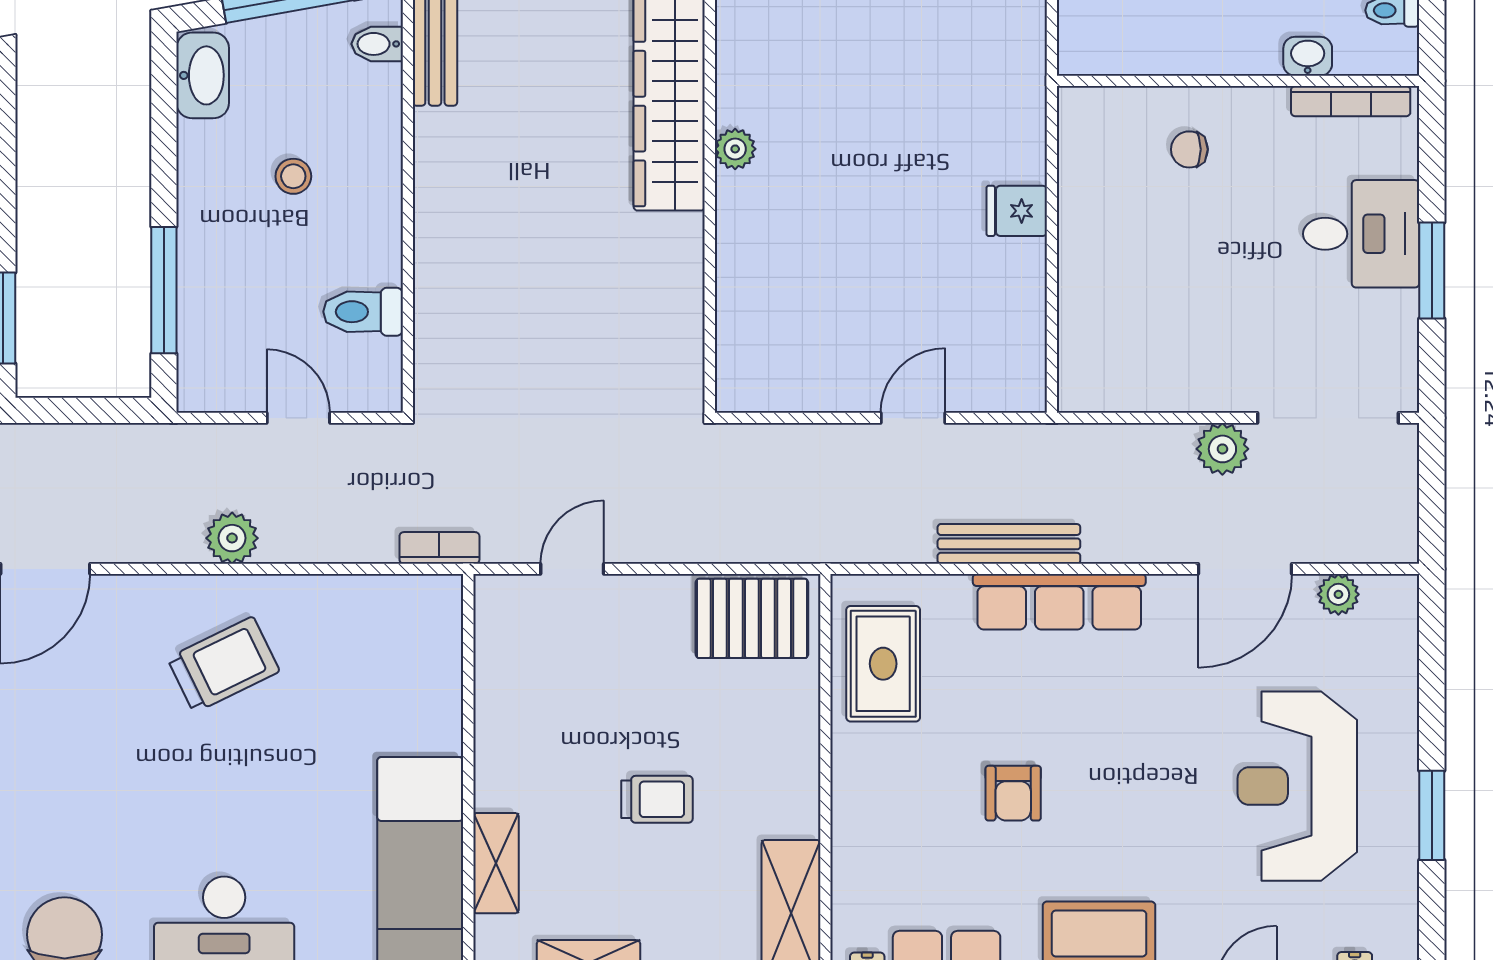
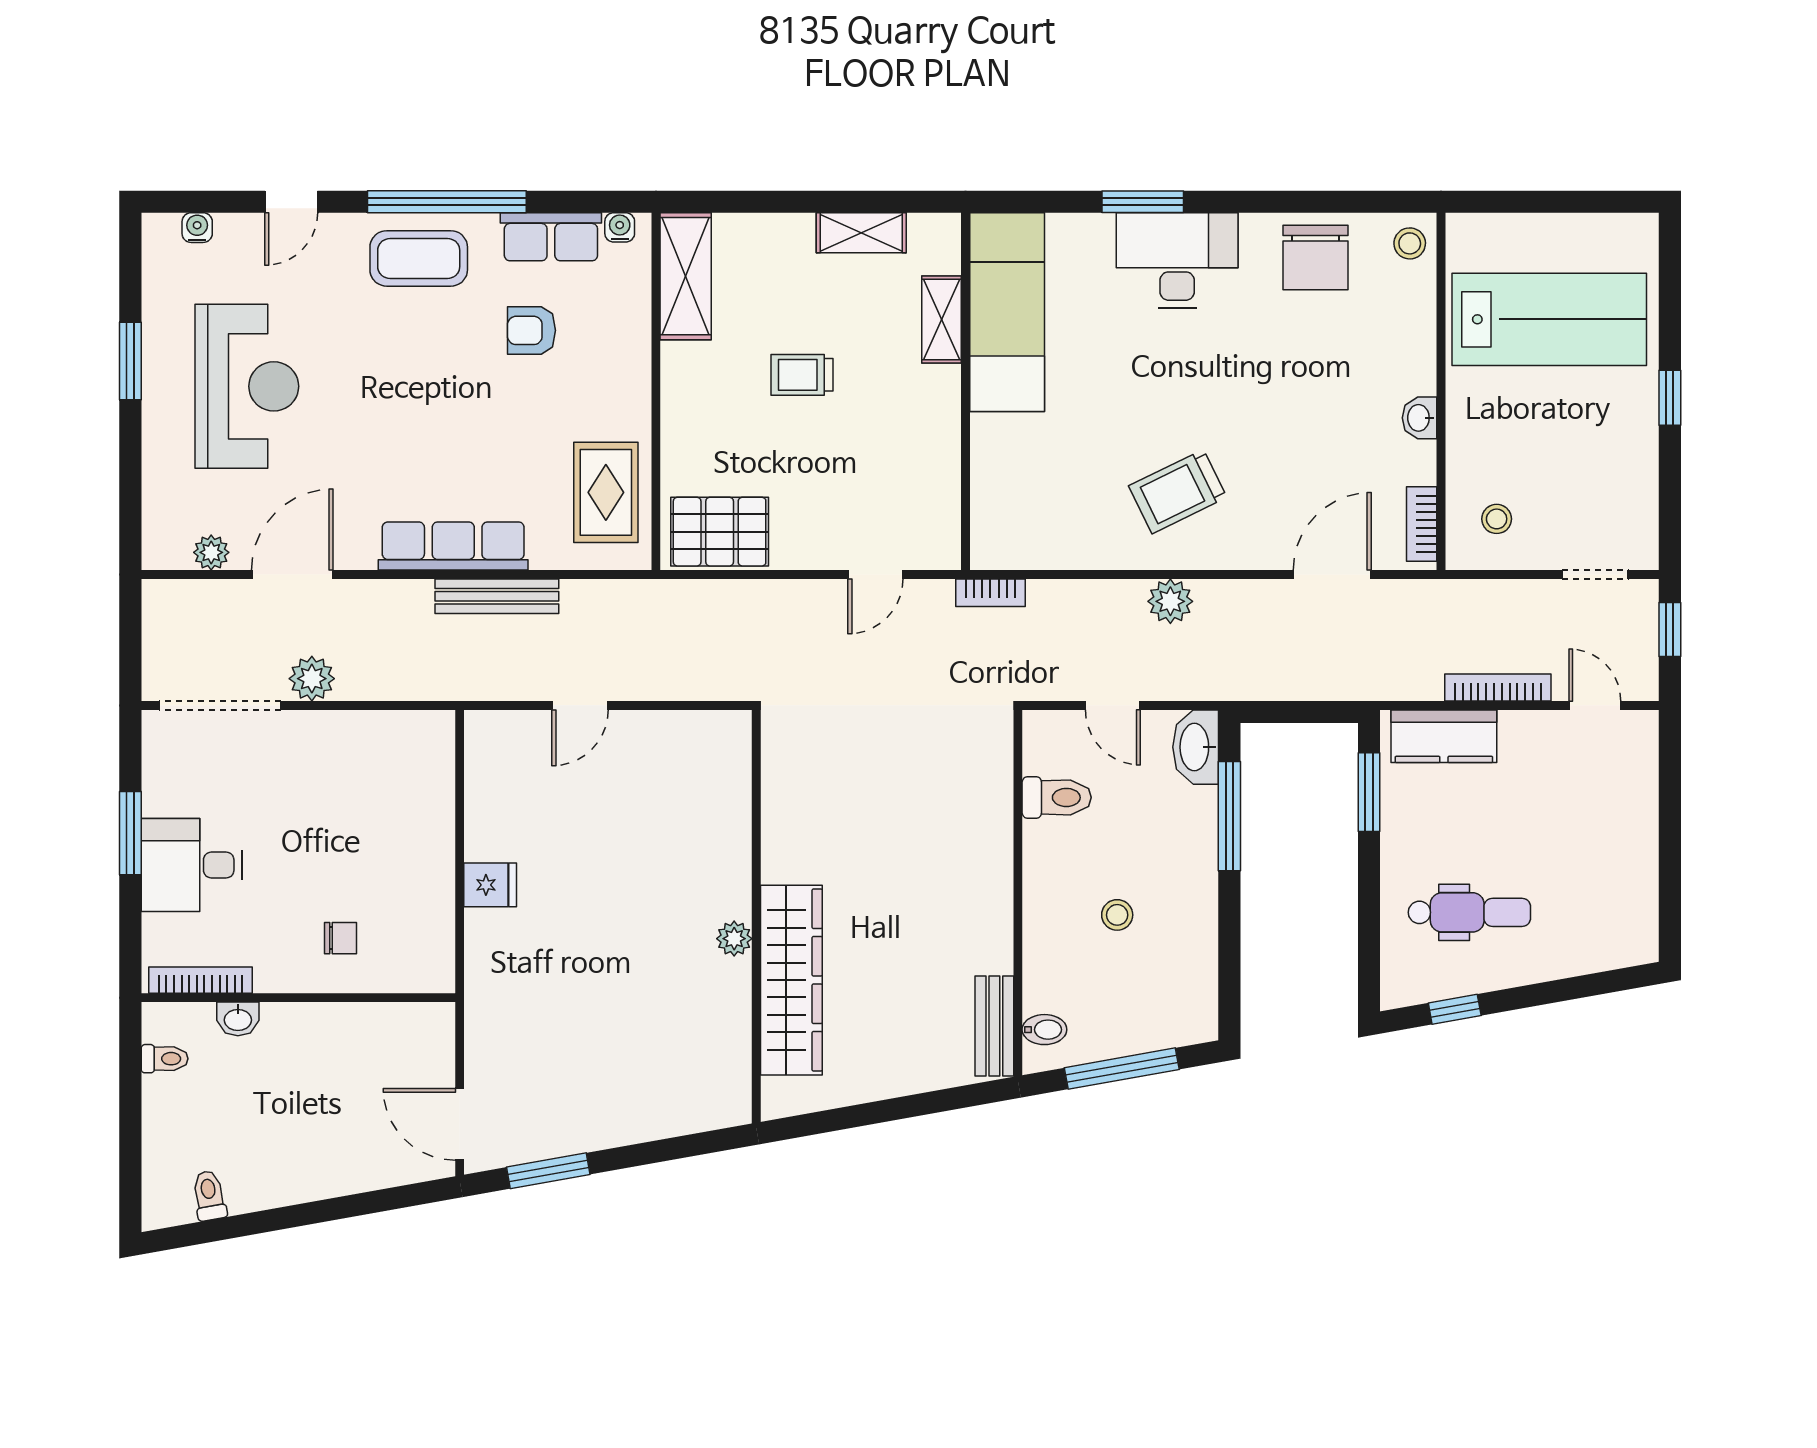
washbasin: (203, 75) -> (1196, 747), moved
armchair: (1013, 793) -> (531, 330), moved, turned -90

